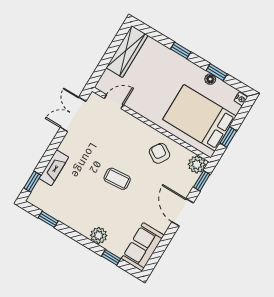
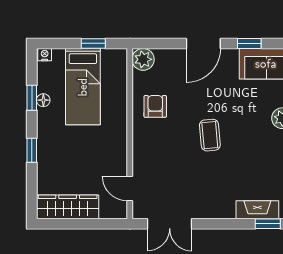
bed: (200, 118) -> (83, 87), width x0.67
armchair: (160, 153) -> (155, 106), turned 148
fireplace: (54, 168) -> (257, 210), moved
window: (202, 181) -> (249, 43), moved

